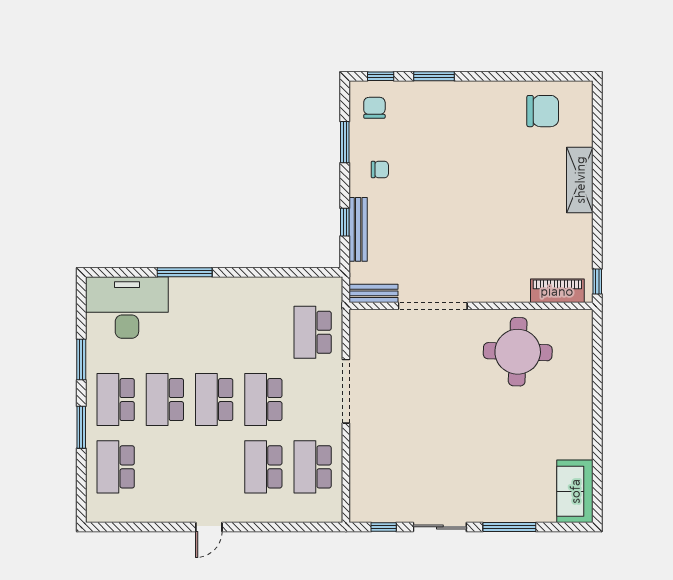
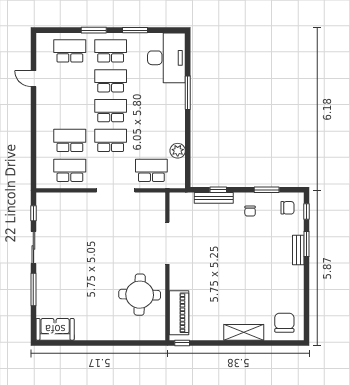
chair: (543, 111) -> (284, 323), moved, turned 180
plant: (280, 289) -> (178, 151), added
piano: (557, 291) -> (179, 313), width x1.37, depth x1.33
bench: (374, 293) -> (298, 250), moved
door: (209, 527) -> (33, 79), moved

